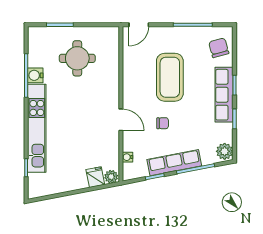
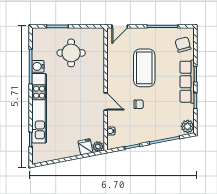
row of seats: (174, 163) -> (148, 135), removed

